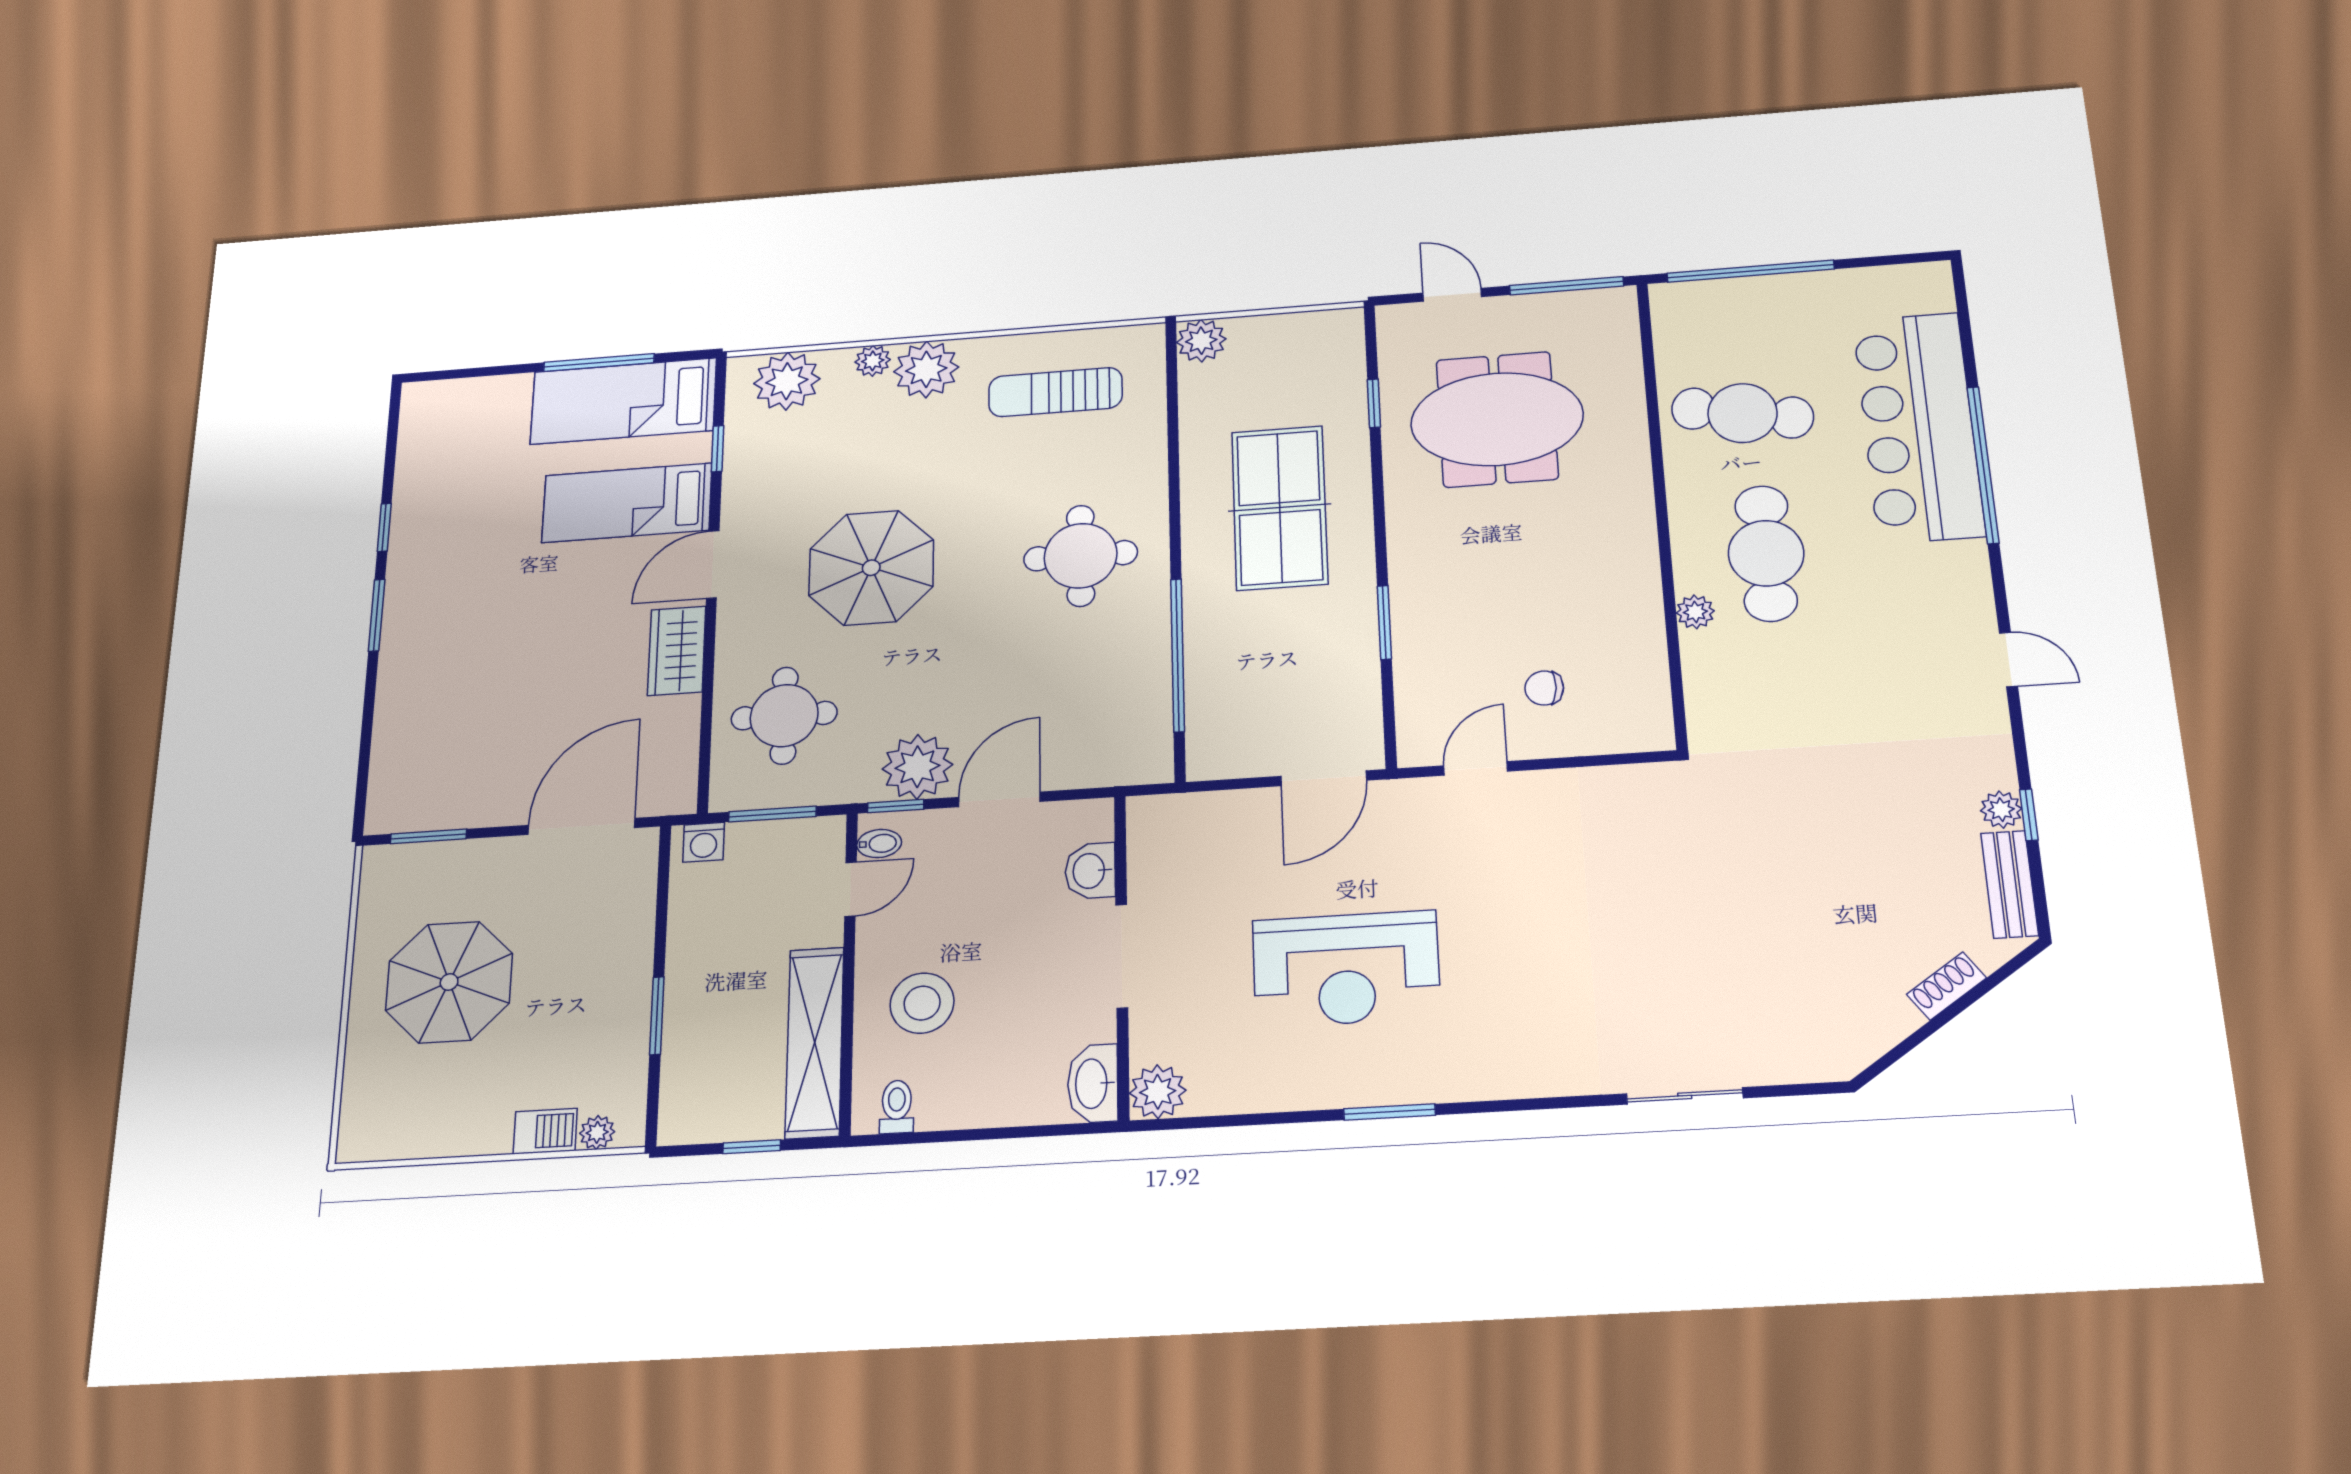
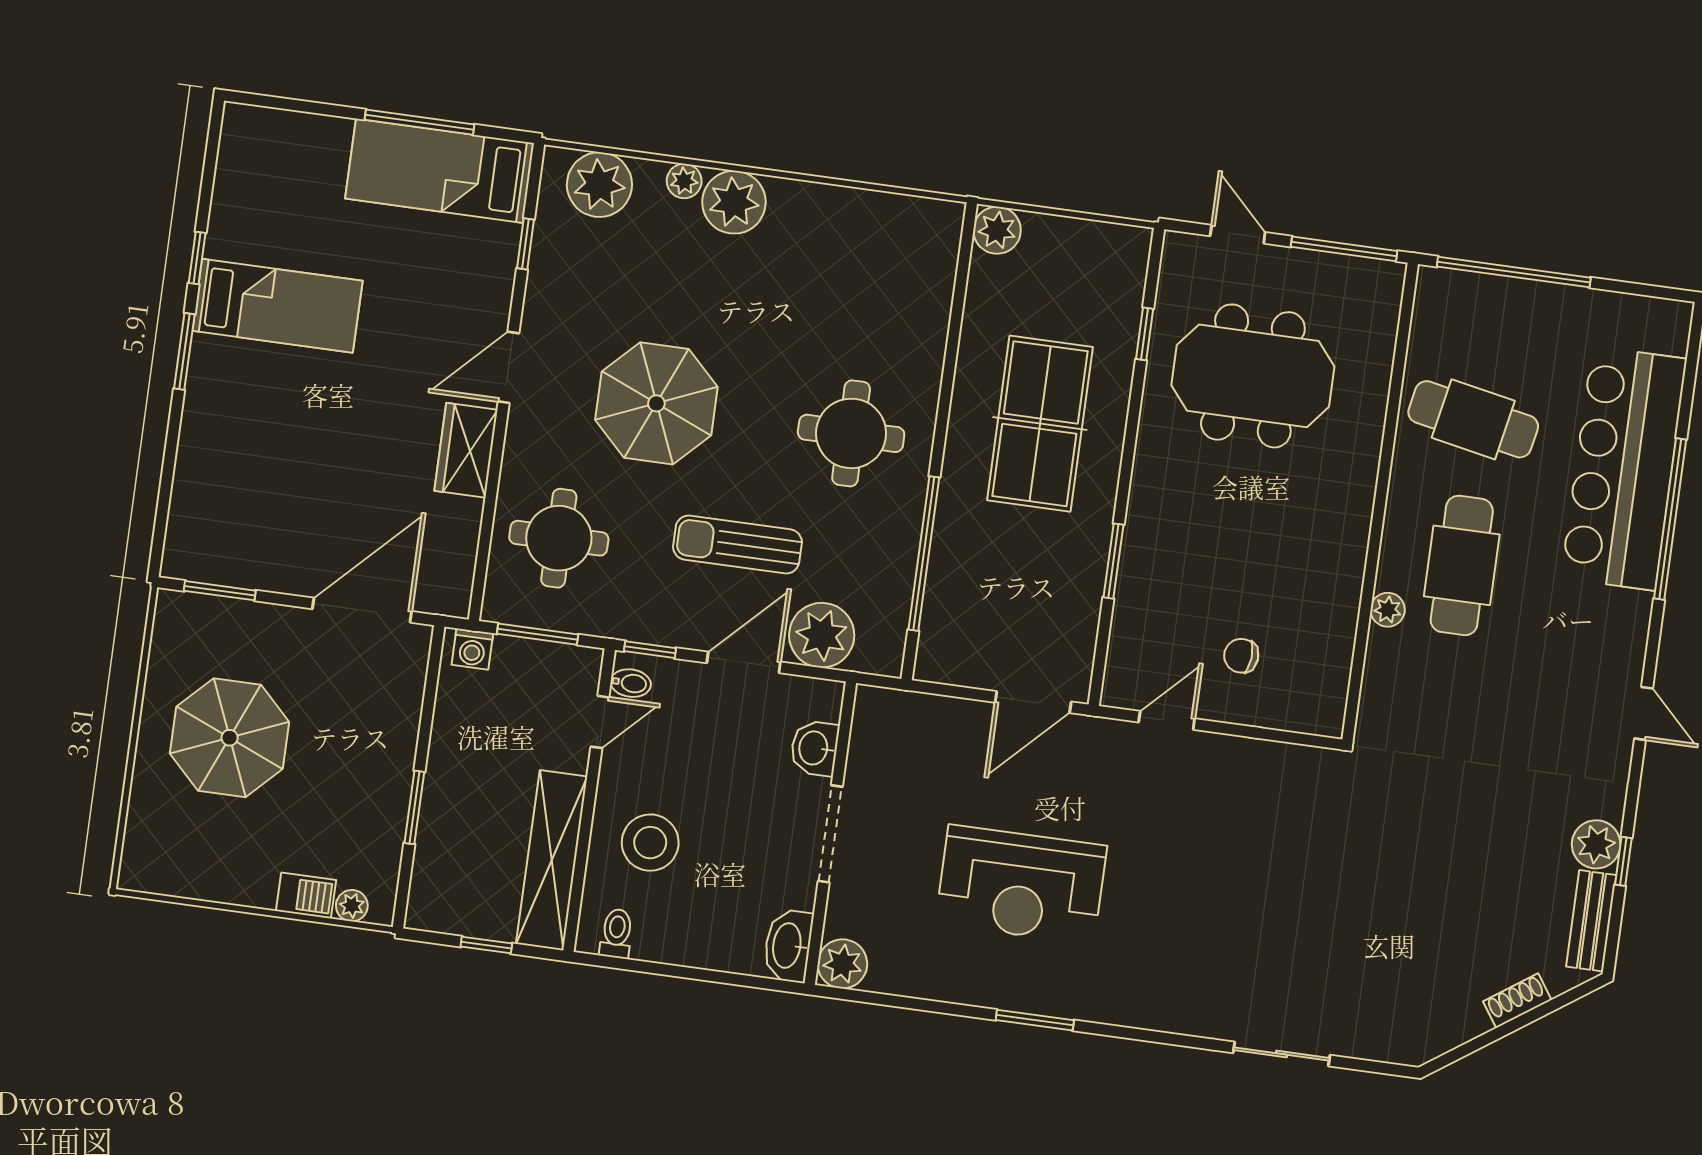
sun lounger: (1055, 392) -> (737, 544), moved
bed: (627, 503) -> (277, 306), moved, turned 180
plant: (917, 767) -> (822, 635), moved
plant: (2001, 810) -> (1596, 844), width x1.38, depth x1.38

